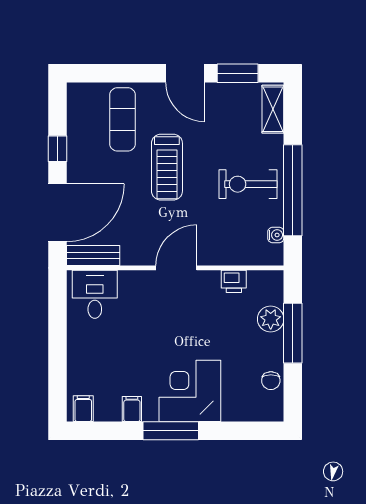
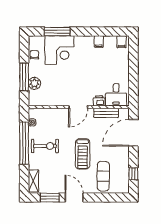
window: (57, 149) -> (133, 174), moved
treadmill: (167, 167) -> (83, 154), turned 180
bench: (93, 255) -> (106, 113), moved
printer: (234, 281) -> (99, 101), moved
corner desk: (190, 391) -> (59, 50), moved
window: (171, 431) -> (57, 31), moved

